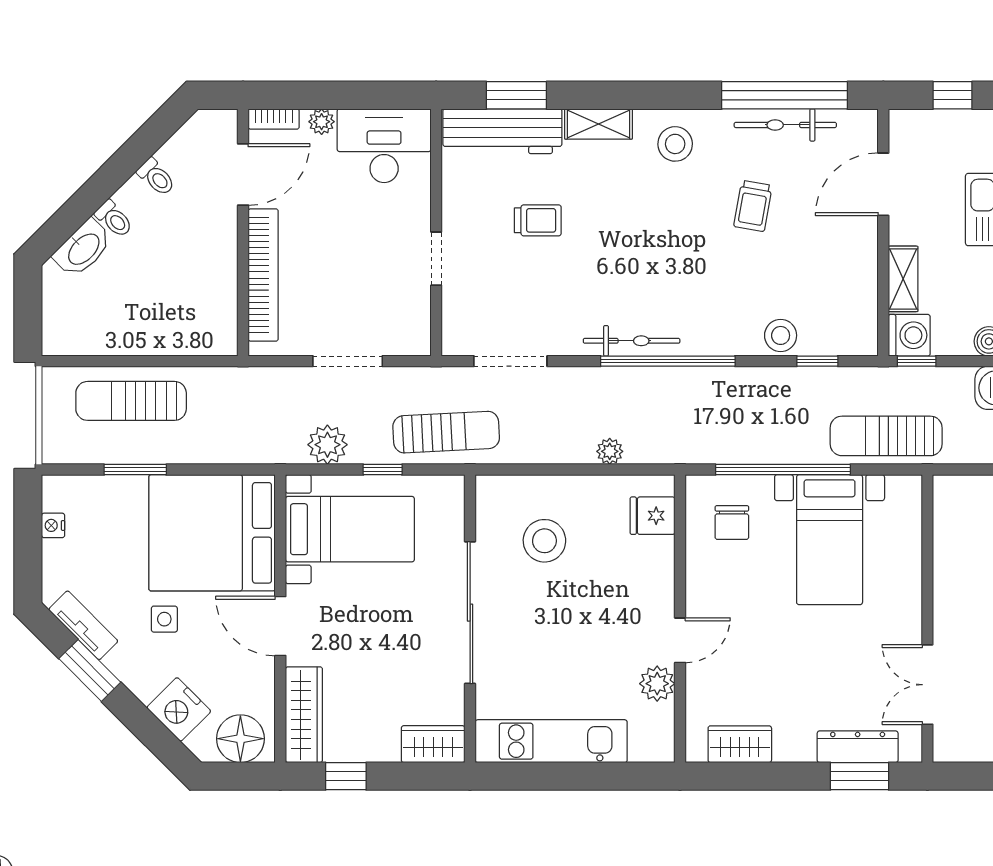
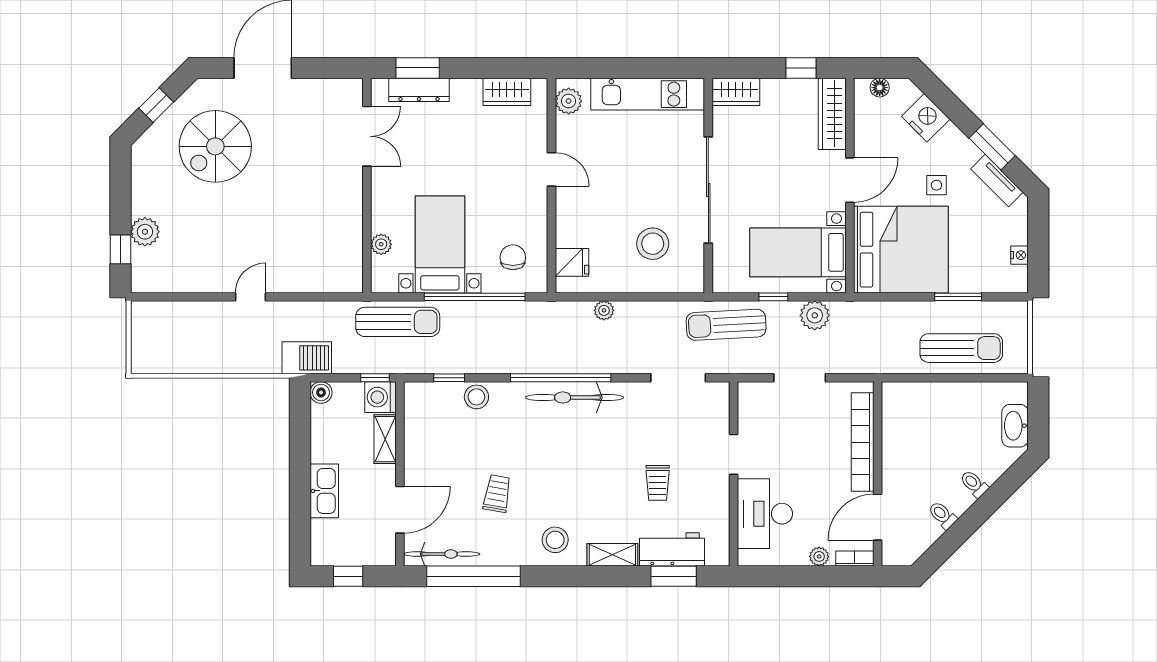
bicycle: (785, 125) -> (442, 554), moved
workbench: (502, 131) -> (672, 549), width x0.73
desk: (384, 146) -> (765, 514), moved, turned 90
trolley: (538, 220) -> (658, 483), turned -90
washbasin: (83, 248) -> (1015, 426), moved, turned -45
bicycle: (632, 341) -> (575, 397), width x1.37, depth x1.40
plant: (908, 540) -> (381, 244), added
door: (280, 626) -> (850, 180), hinge flipped
door: (680, 640) -> (552, 169), swing flipped
plant: (657, 684) -> (569, 101), moved
floor lamp: (240, 739) -> (880, 88), width x0.53, depth x0.53

